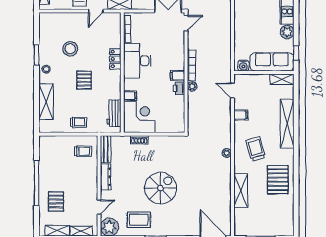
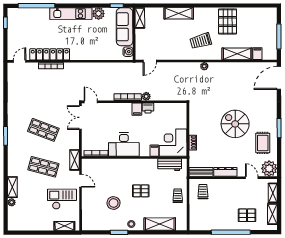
locker: (115, 59) -> (122, 164), removed
filing cabinet: (241, 115) -> (257, 54), moved
shelving: (287, 124) -> (179, 13), width x0.68
pallet: (278, 180) -> (228, 22), turned 90

